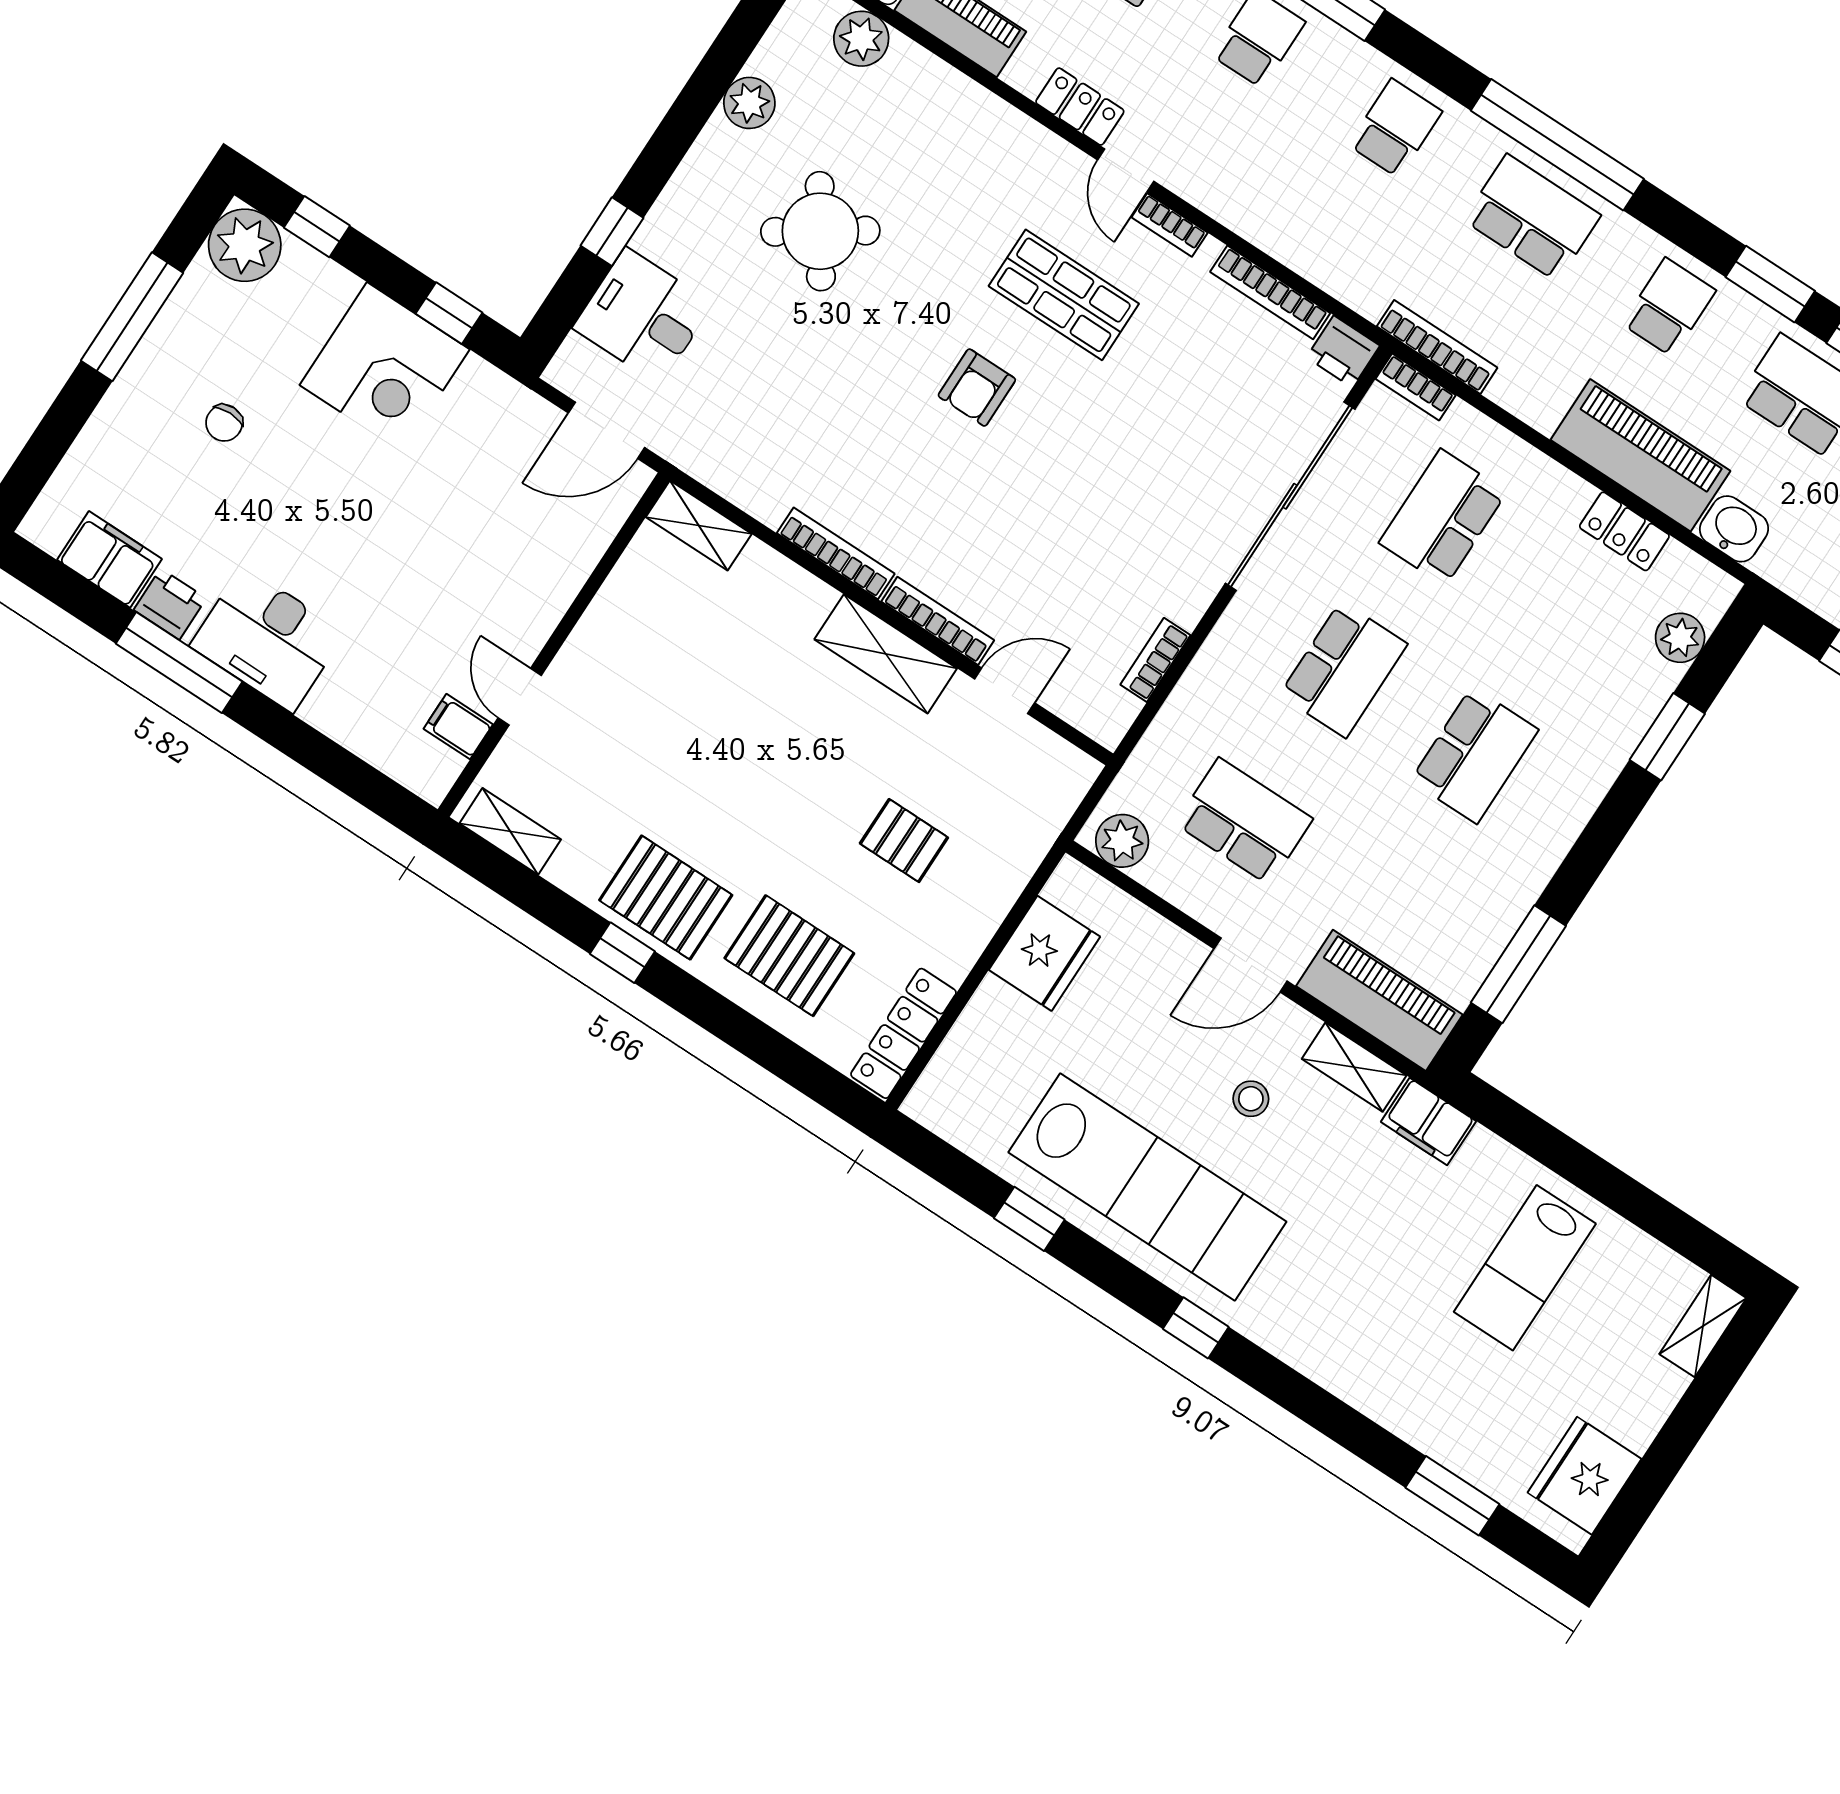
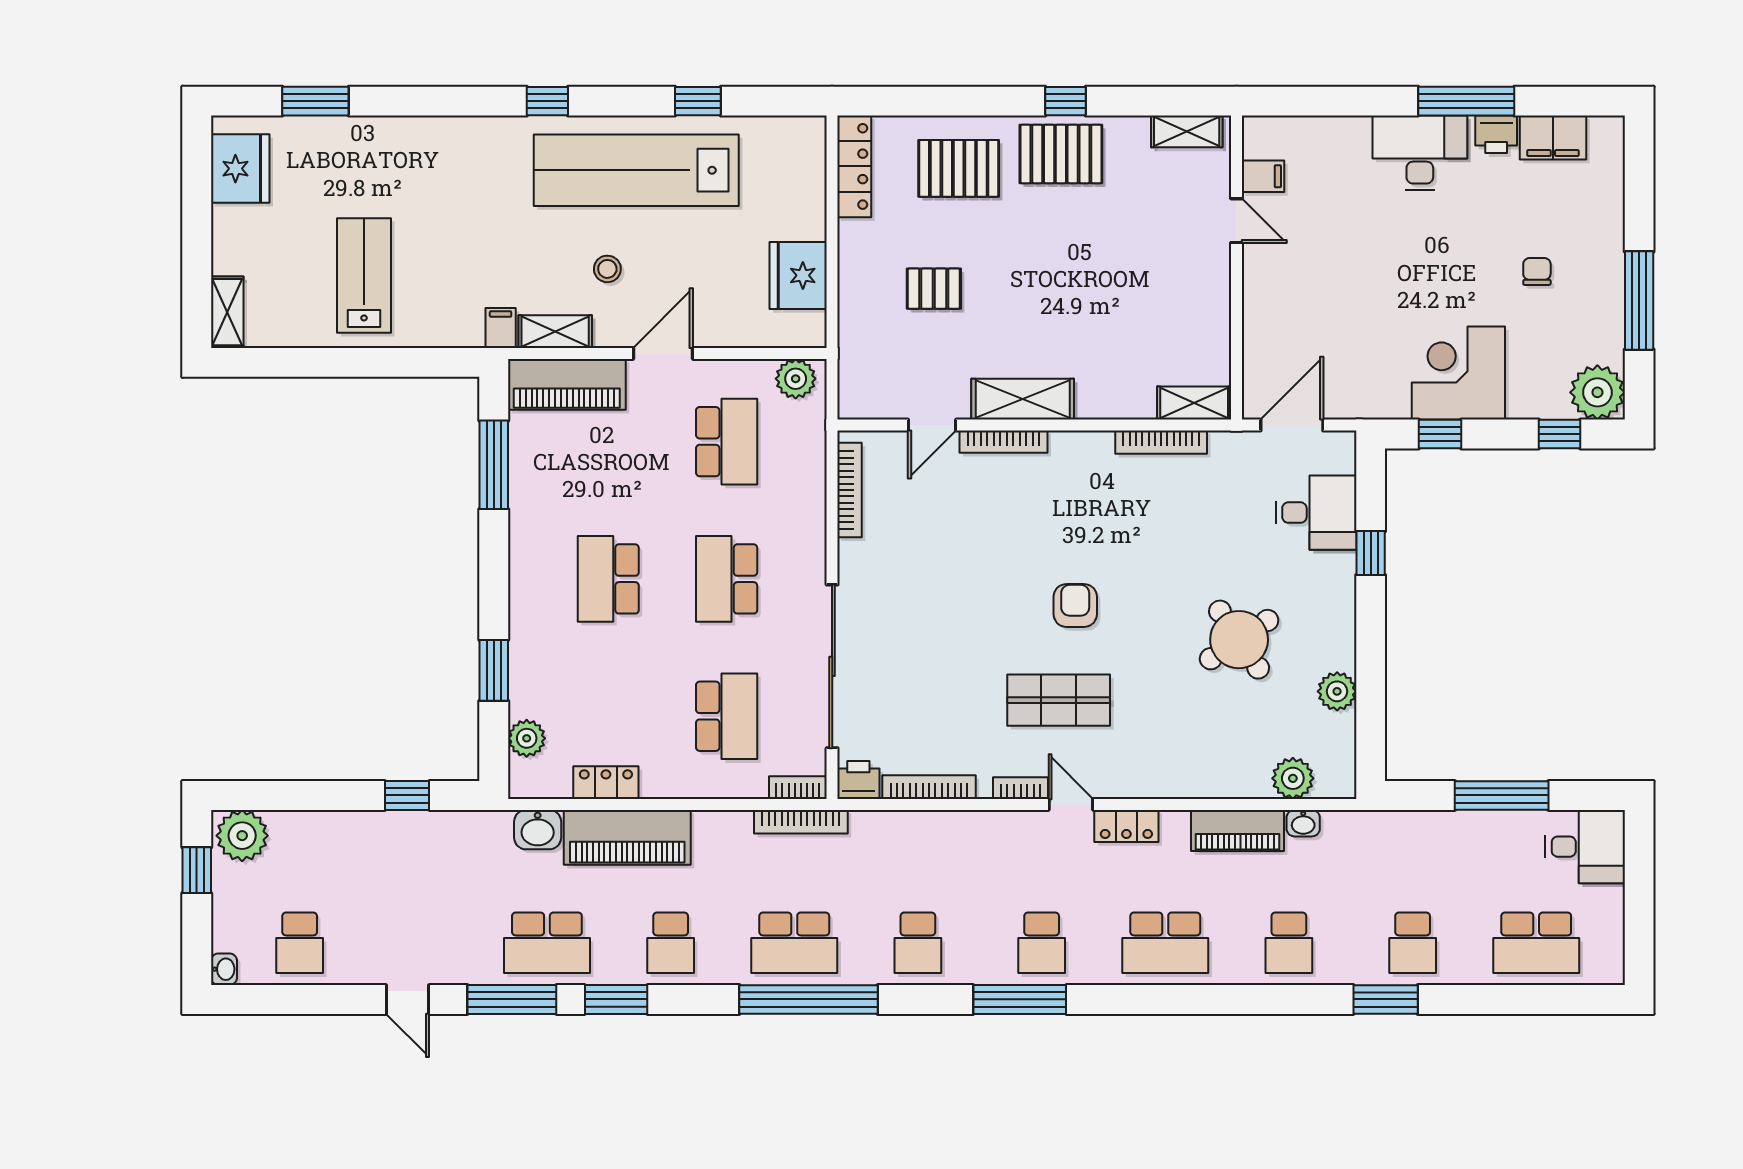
bookcase: (836, 553) -> (1161, 442), moved
bookcase: (1155, 660) -> (850, 490), width x1.56
school desk: (1244, 821) -> (727, 442), turned -90
filing cabinet: (1428, 1122) -> (501, 328), width x0.50

